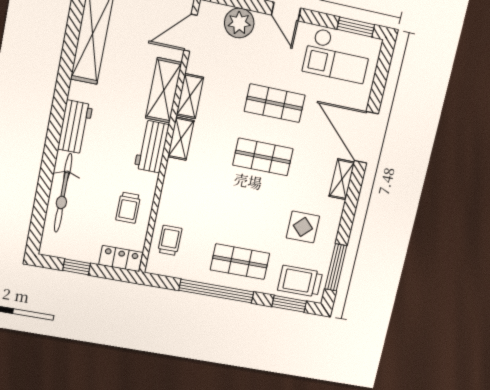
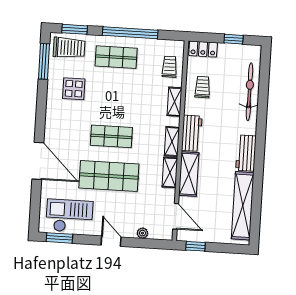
plant: (239, 23) -> (142, 233), width x0.53, depth x0.53
door: (190, 33) -> (176, 216), hinge flipped
shop shelf: (275, 103) -> (109, 176), width x1.43, depth x1.36
workbench: (75, 127) -> (246, 153), moved
shelving: (342, 179) -> (174, 102), moved
trolley: (170, 240) -> (170, 67), turned 180

